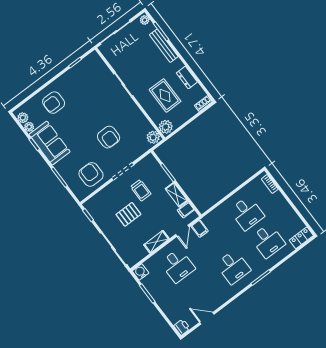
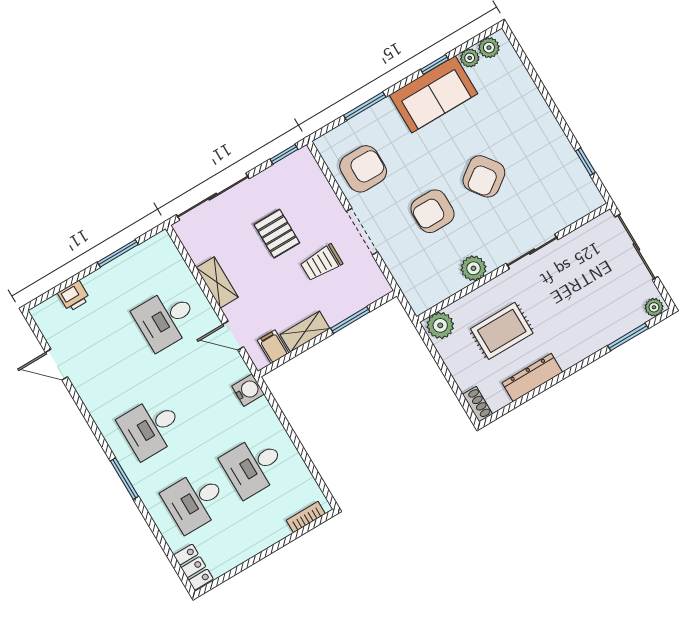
bench: (164, 46) -> (599, 339), removed
dresser: (187, 77) -> (532, 377), width x1.44
armchair: (54, 103) -> (484, 176), moved, turned -126
plant: (153, 137) -> (473, 268), moved
filing cabinet: (200, 229) -> (233, 370), removed
water cooler: (140, 272) -> (248, 390), moved
door: (207, 318) -> (56, 365), swing flipped
printer: (182, 327) -> (74, 296), moved

